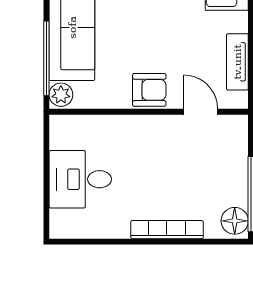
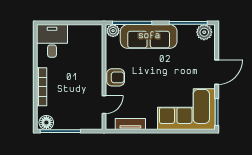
armchair: (149, 90) -> (116, 77), turned -90
desk: (80, 179) -> (52, 41), moved

